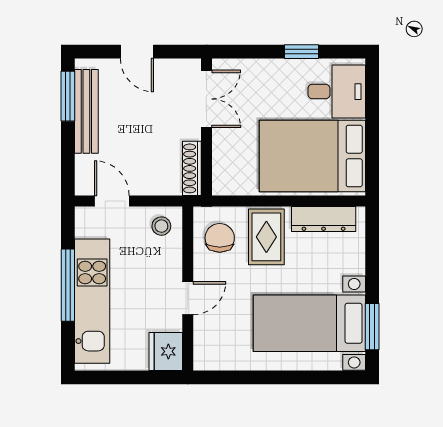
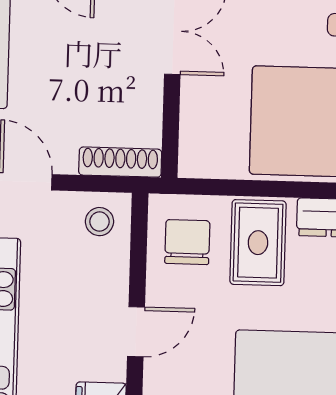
shoe rack: (192, 168) -> (120, 162), moved, turned 90

